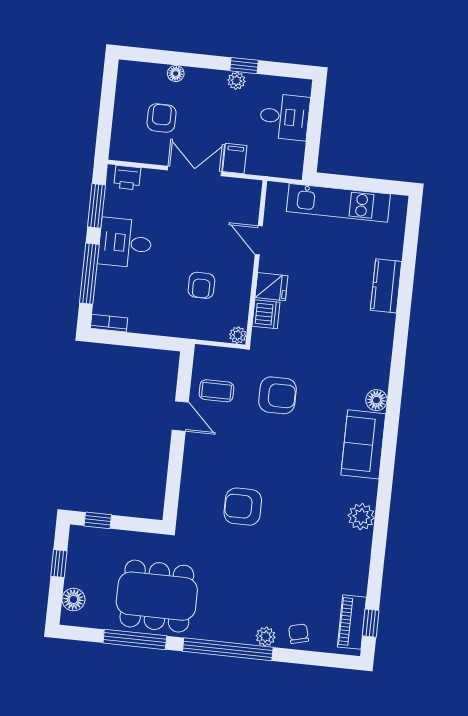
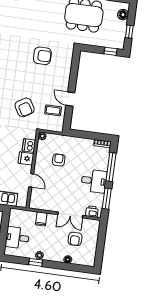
double door: (194, 171) -> (70, 215), moved
armchair: (278, 395) -> (25, 107), turned -121

